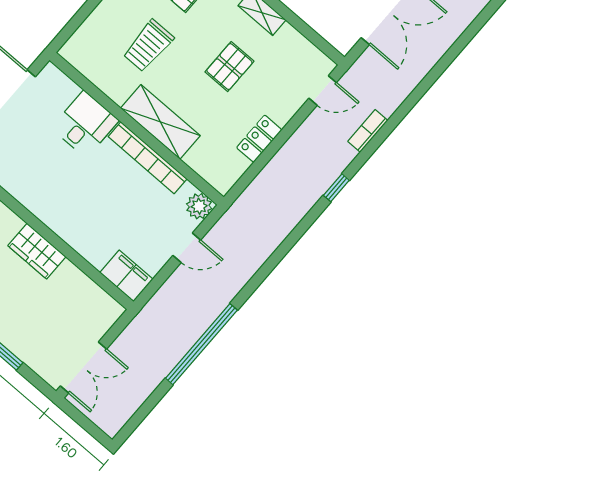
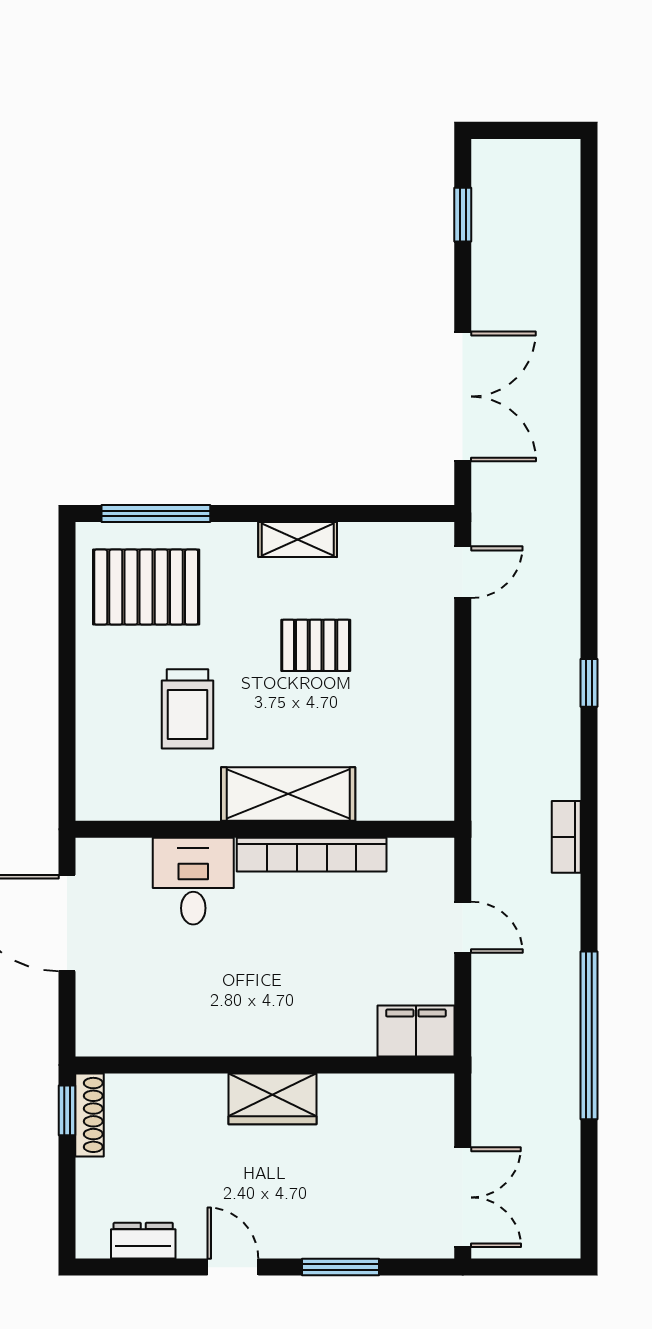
pallet: (229, 67) -> (316, 645), turned 90
bookcase: (368, 131) -> (566, 837), moved
locker: (259, 139) -> (435, 705), removed
plant: (199, 206) -> (432, 860), removed
door: (187, 248) -> (463, 927), hinge flipped

